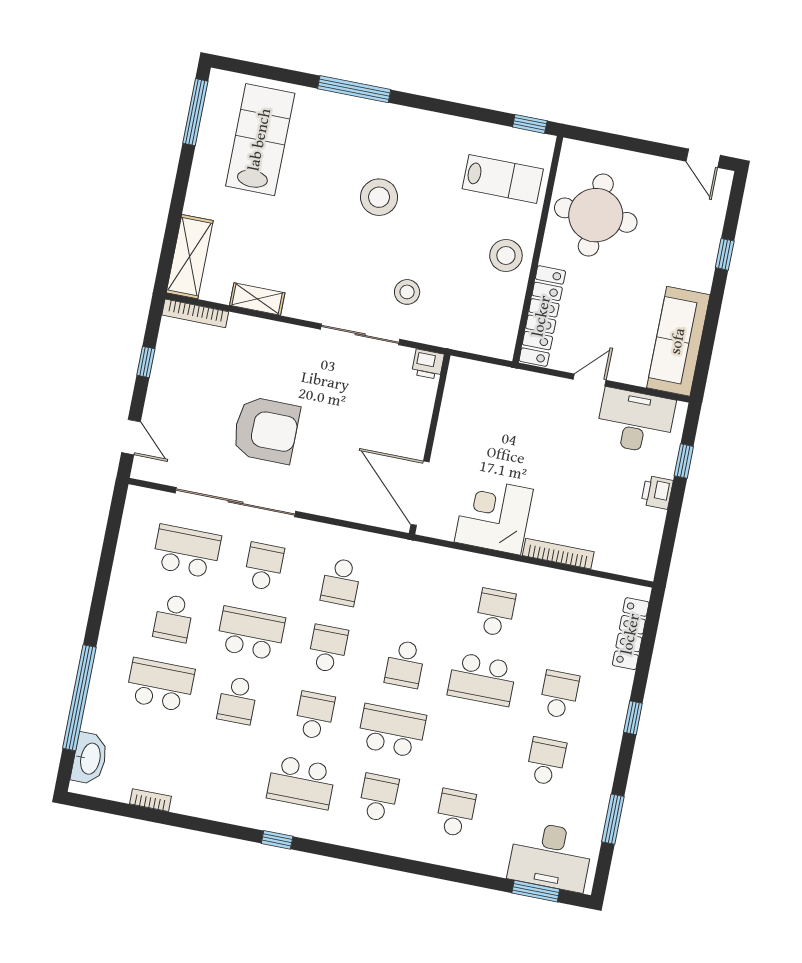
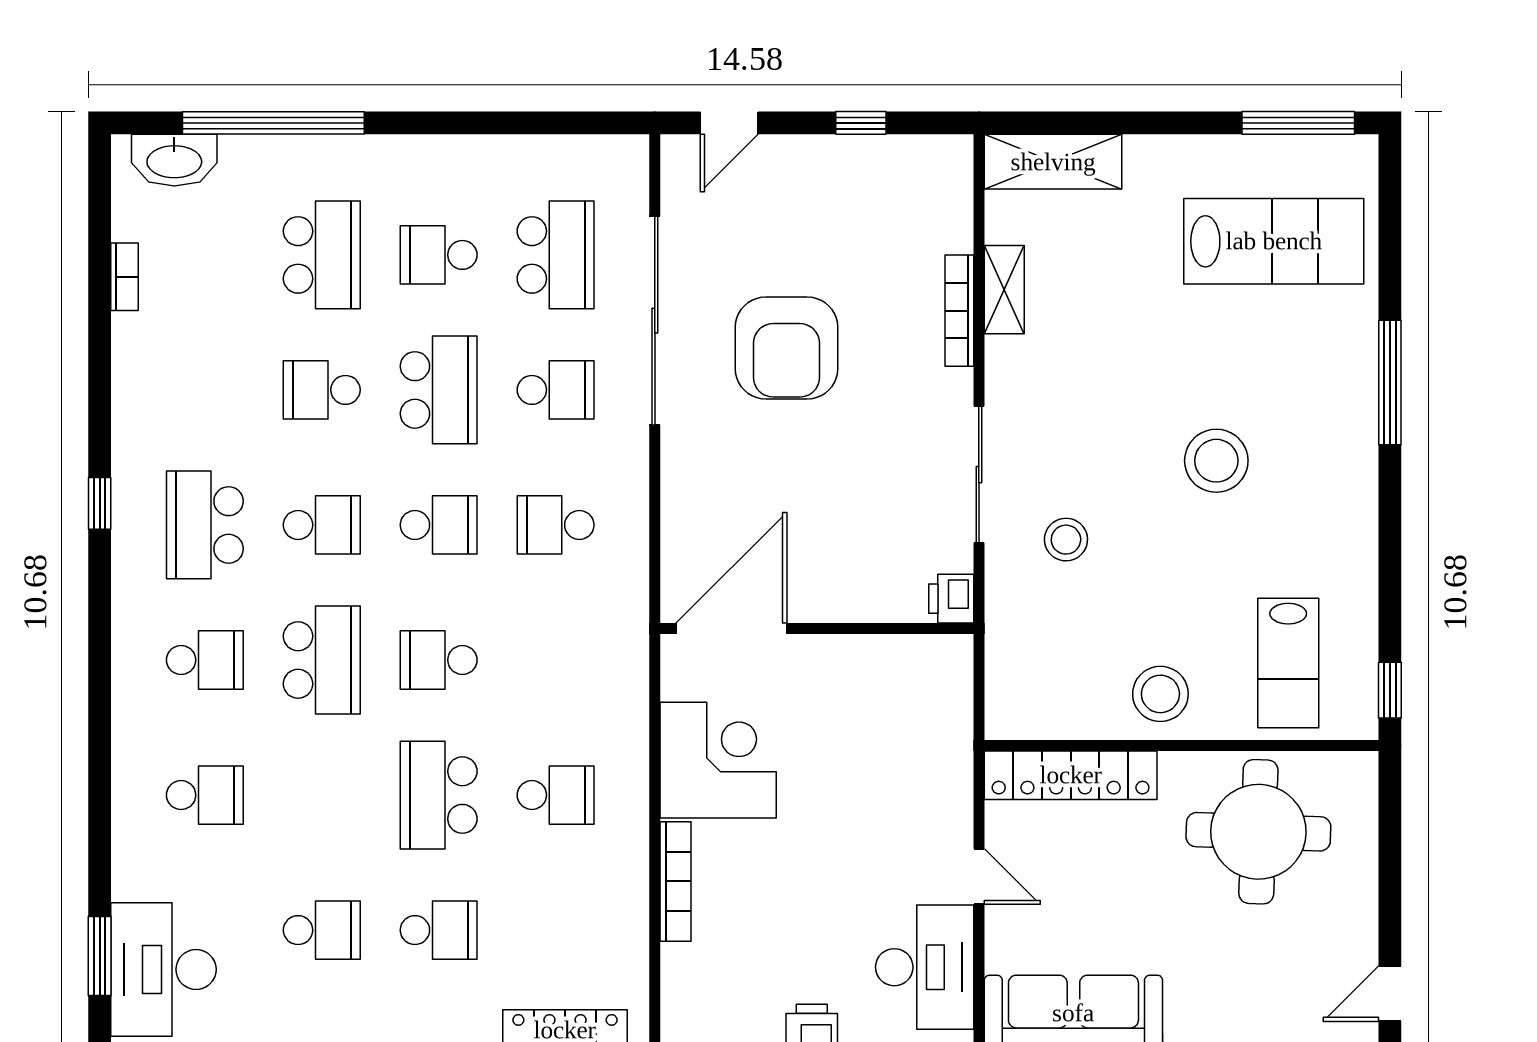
bookcase: (195, 313) -> (959, 311), moved

